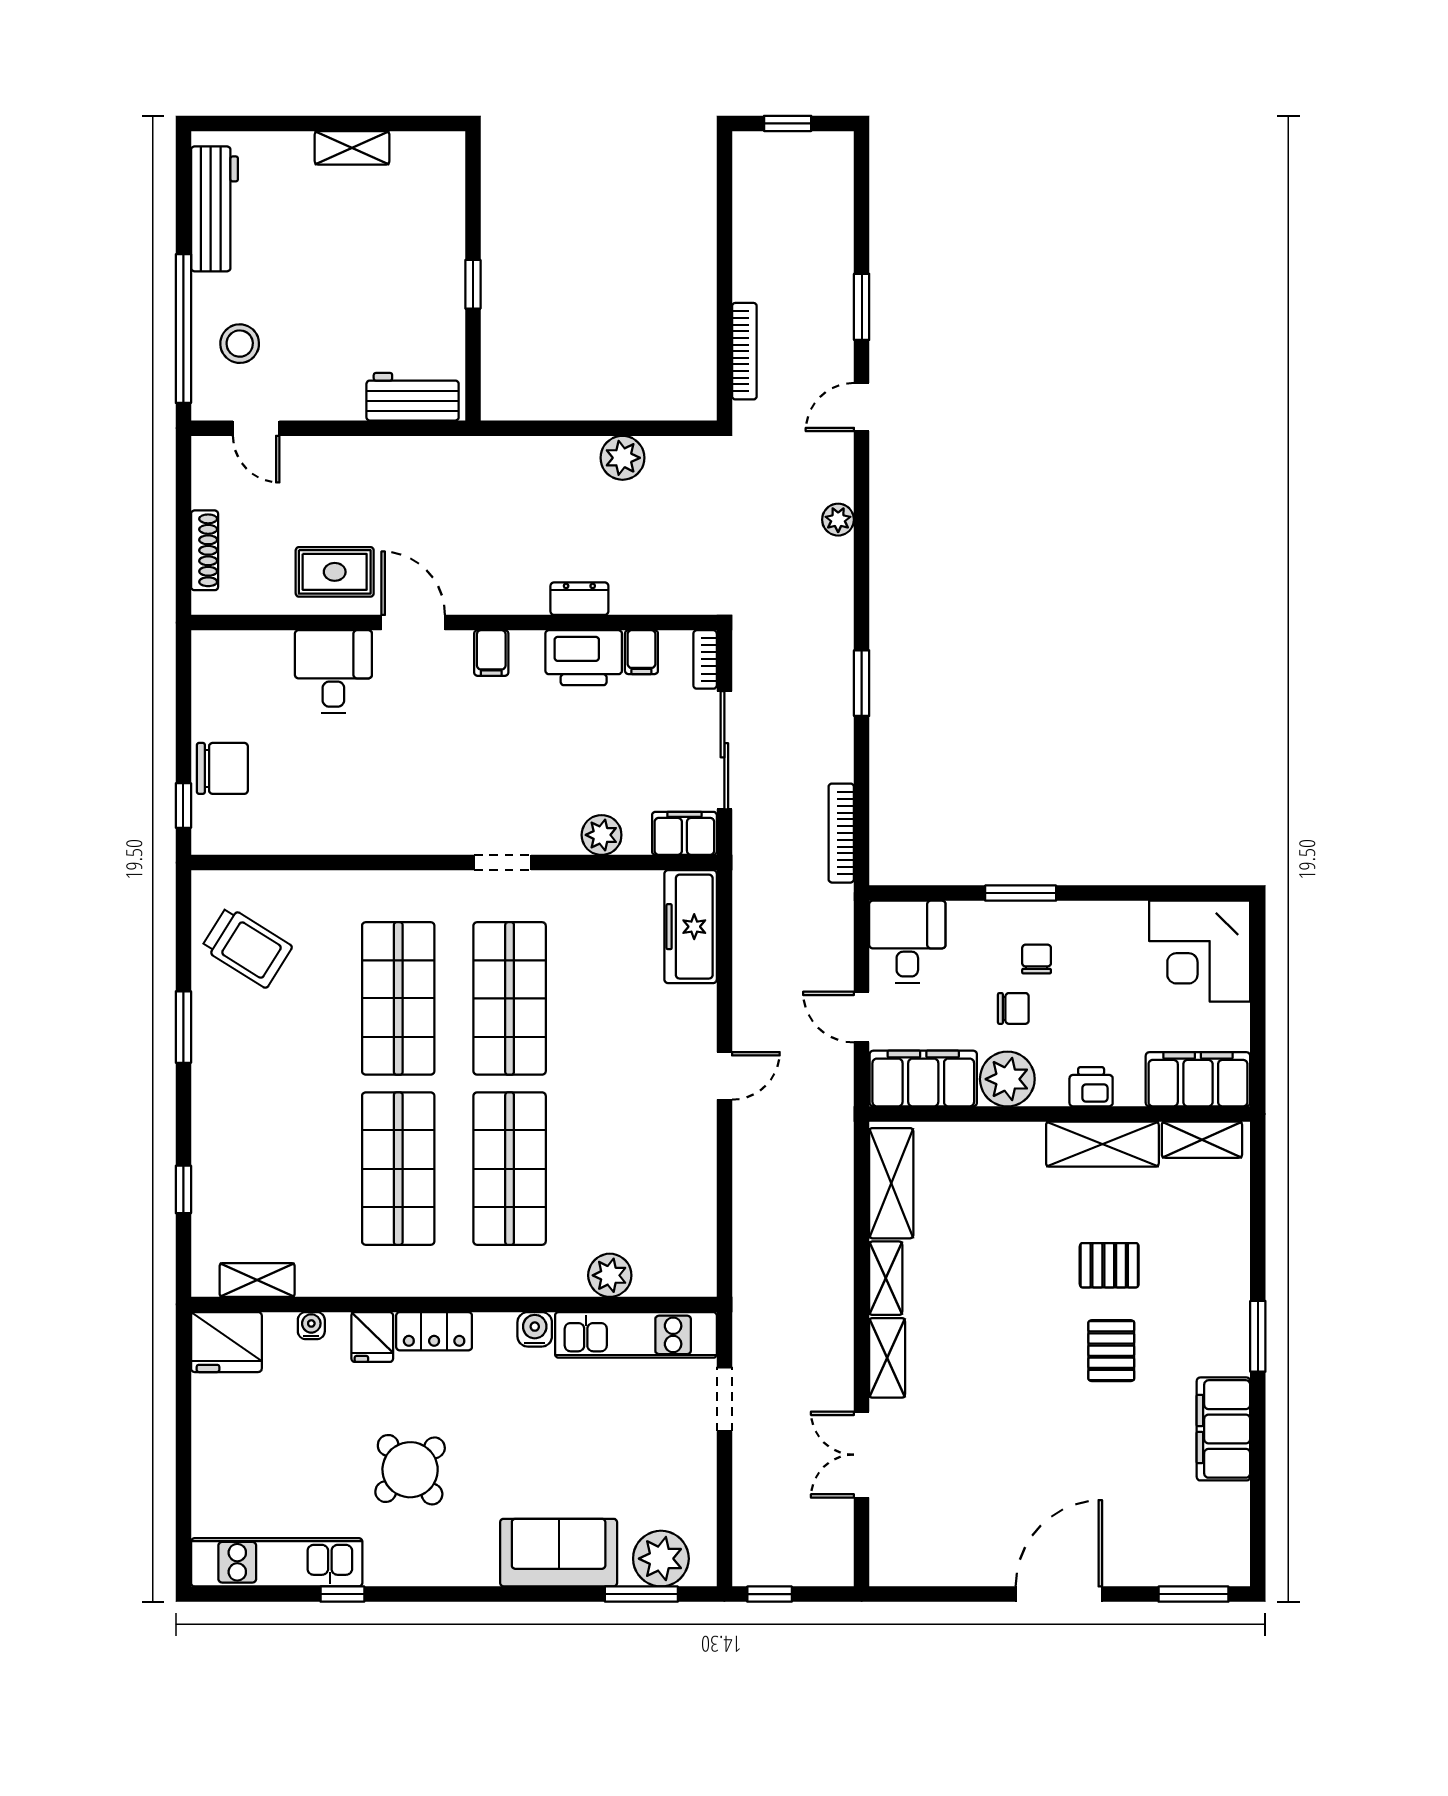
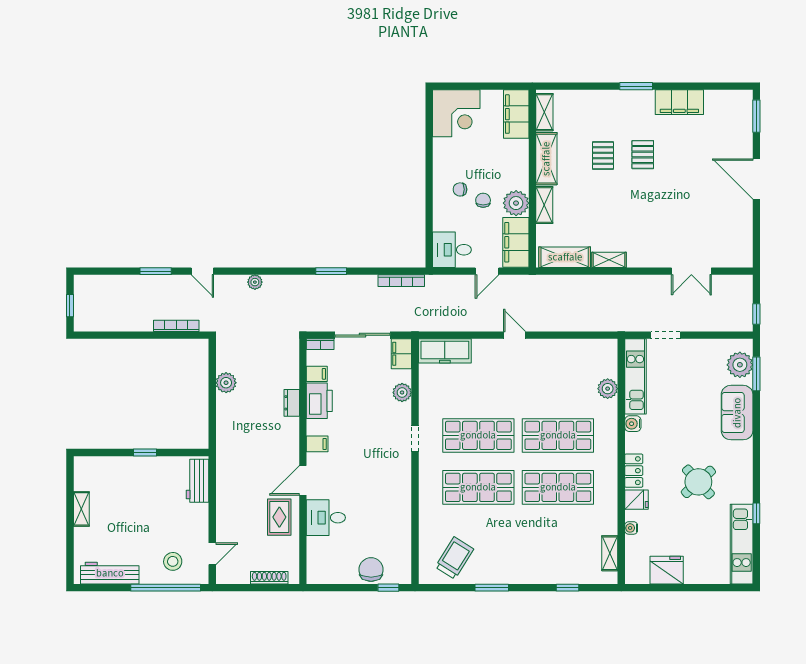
window: (1021, 893) -> (429, 197), removed
printer: (1091, 1087) -> (520, 164), removed
fridge: (226, 1342) -> (667, 570), moved, turned -90
pallet: (1111, 1351) -> (643, 155), turned 90
shelving: (887, 1358) -> (544, 205), moved, turned 90

